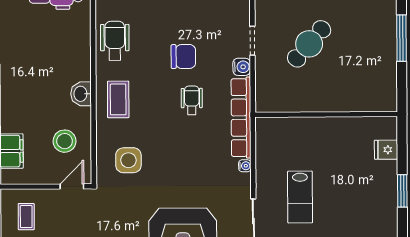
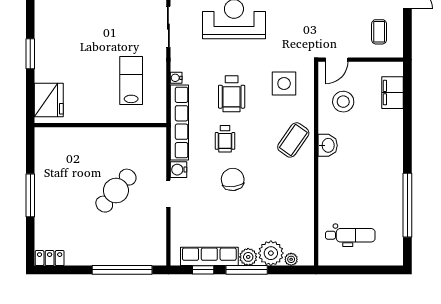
wheelchair: (115, 41) -> (232, 94), moved
chair: (183, 57) -> (233, 179), turned 84
coffee table: (118, 99) -> (293, 140), turned 35
fridge: (386, 150) -> (49, 100), width x1.88, depth x1.34
lab bench: (300, 197) -> (131, 81), moved

